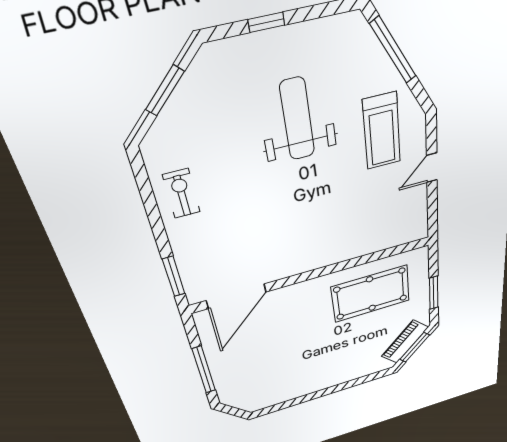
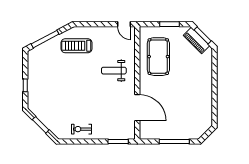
weight bench: (297, 119) -> (114, 71), moved, width x0.73, depth x0.75
treadmill: (382, 131) -> (77, 46), turned 180
door: (432, 168) -> (124, 24), moved
door: (236, 296) -> (137, 108), moved

